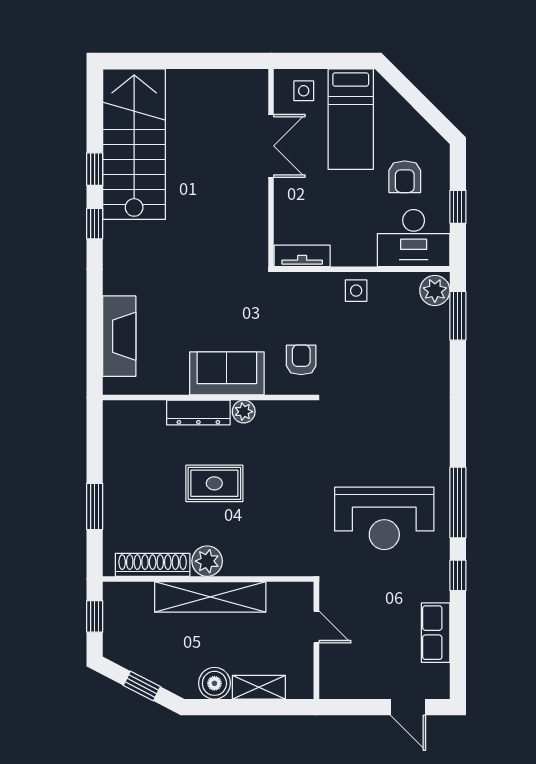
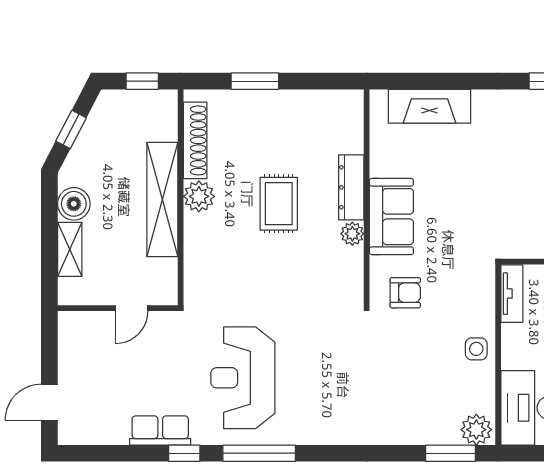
row of seats: (436, 633) -> (160, 430), moved

